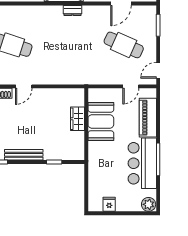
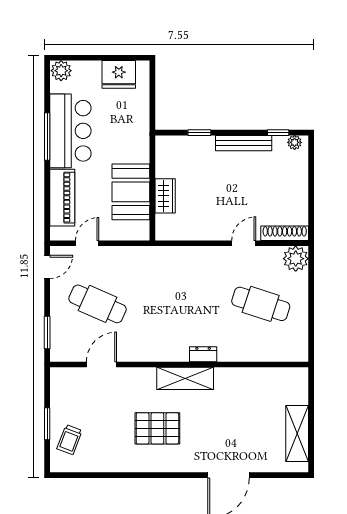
dresser: (72, 10) -> (203, 354), moved
fridge: (109, 204) -> (119, 74), width x1.88, depth x1.34

